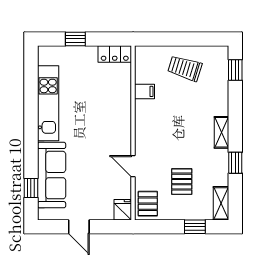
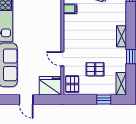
pallet: (182, 182) -> (95, 69), turned 90
fridge: (123, 210) -> (50, 86), width x1.88, depth x1.34

